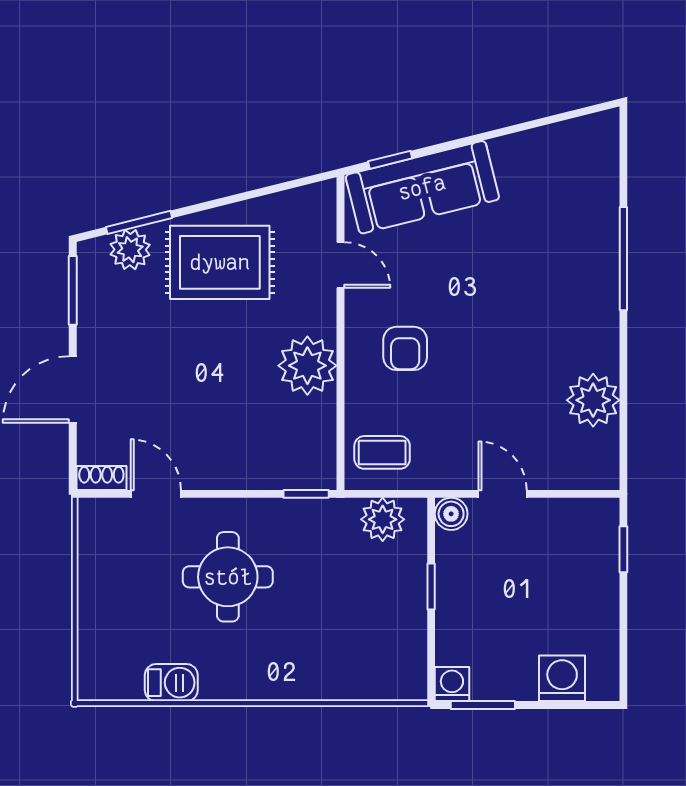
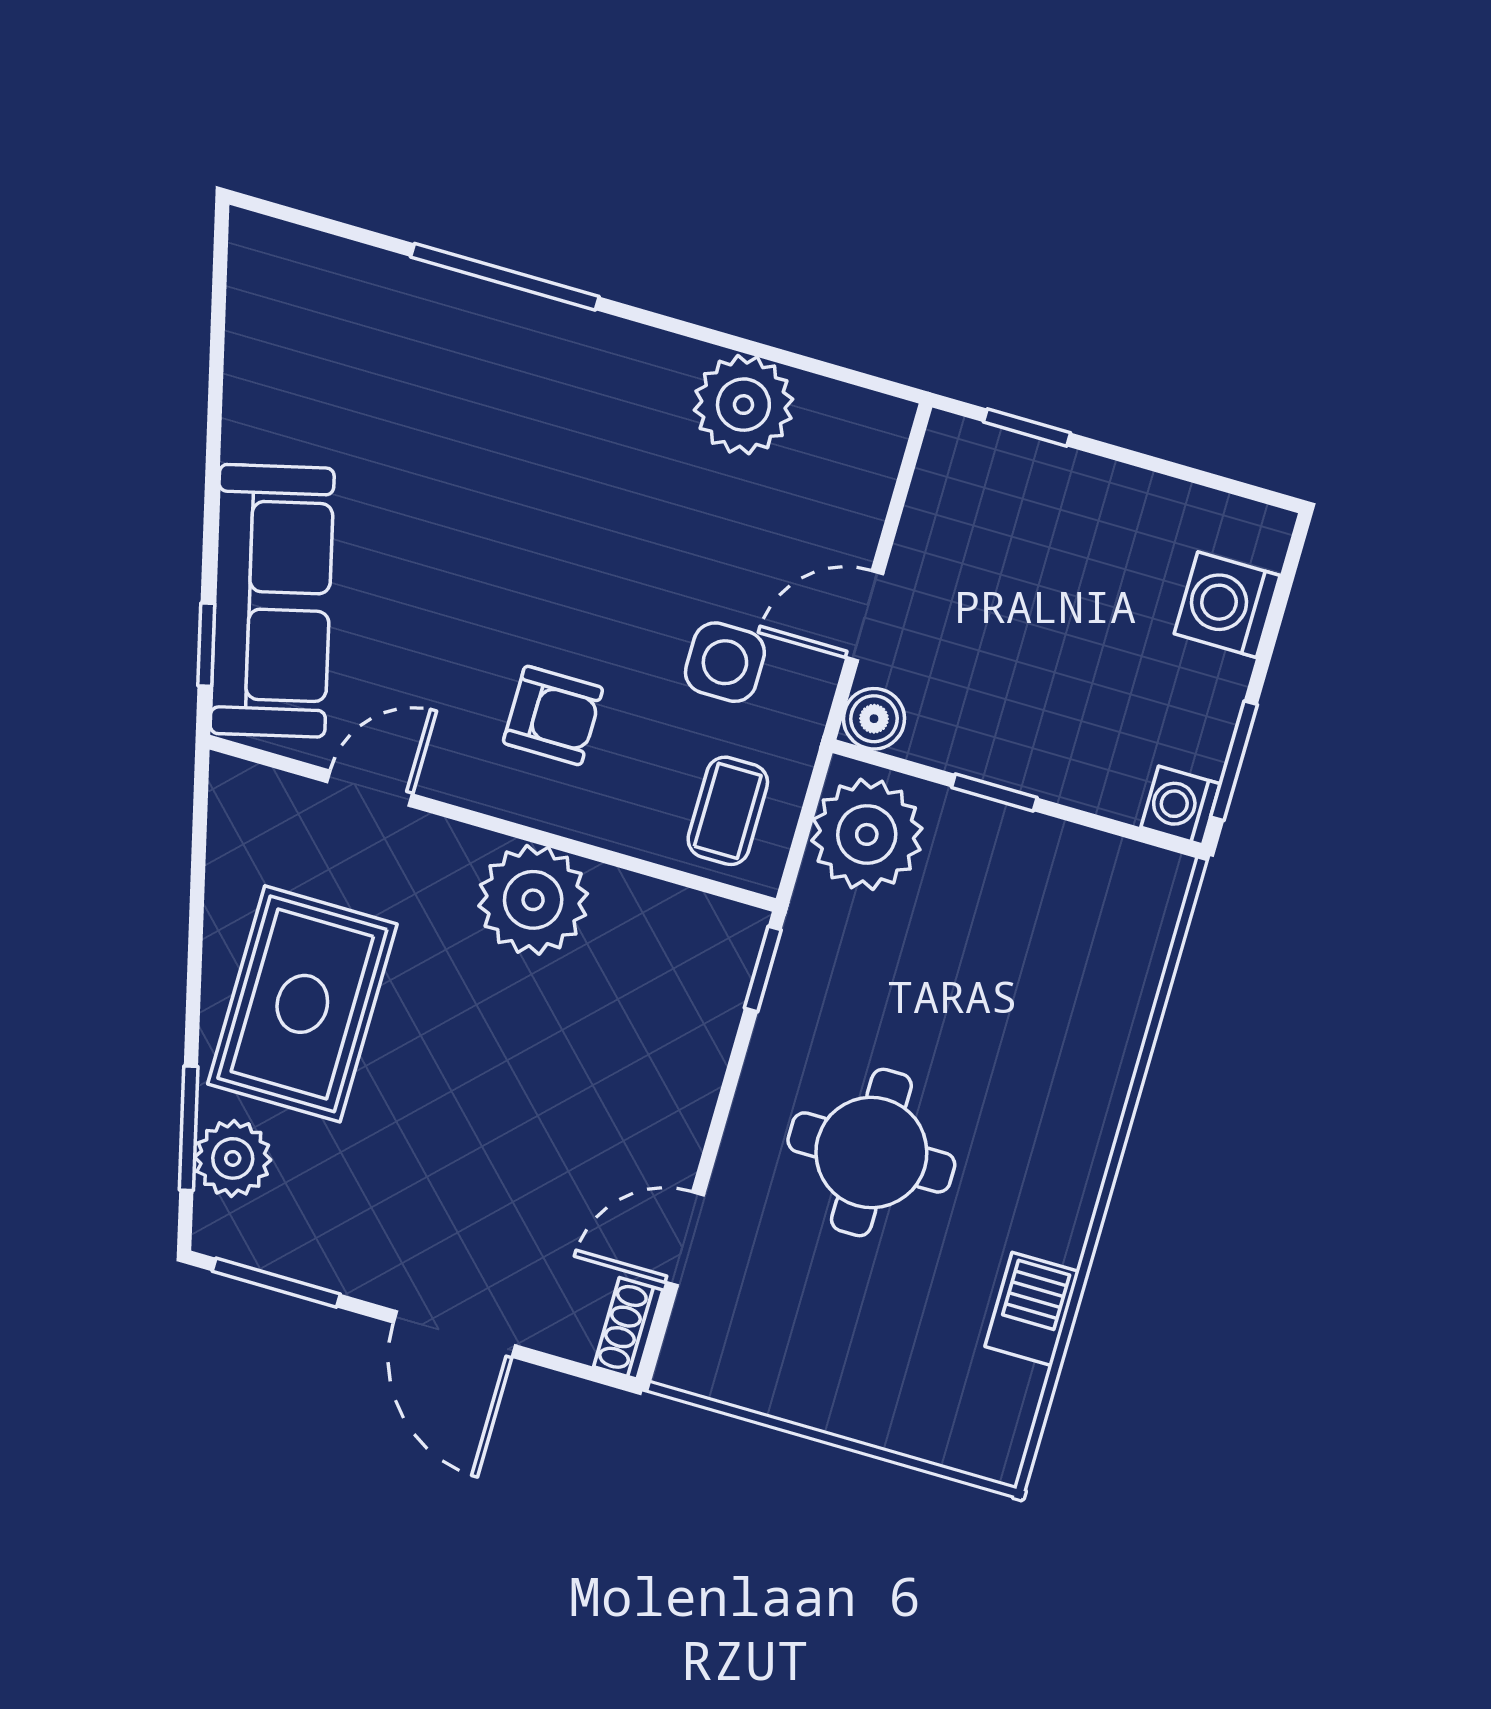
side table: (458, 429) -> (725, 662), added
plant: (383, 519) -> (867, 834), width x1.36, depth x1.36

